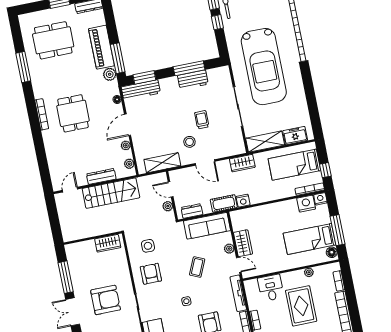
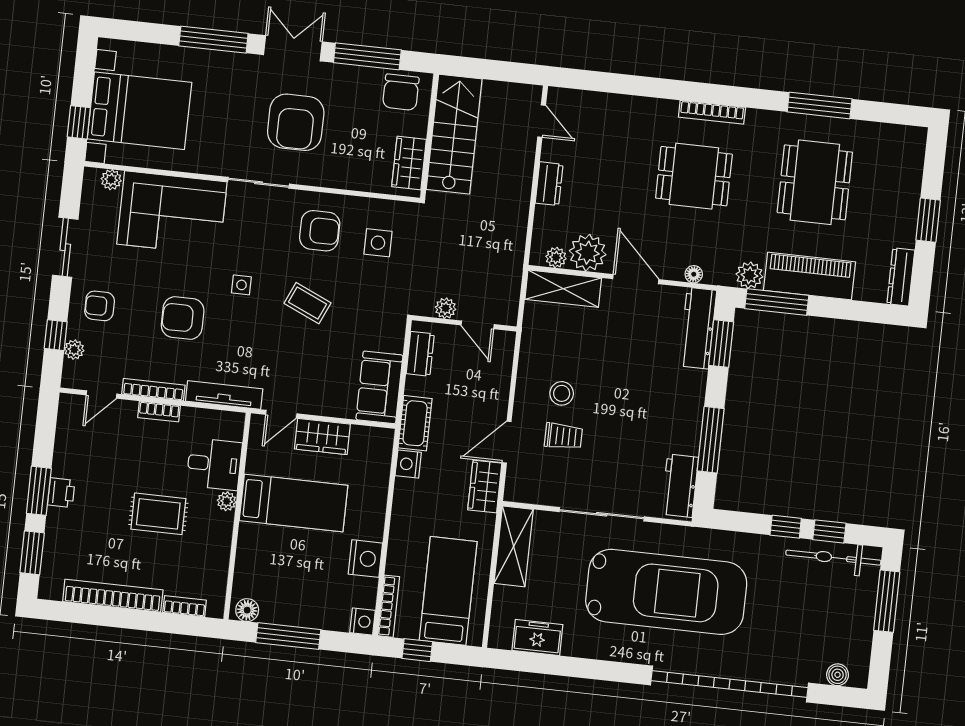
dining table: (53, 40) -> (815, 182), moved
car: (264, 67) -> (666, 592), turned 180
workbench: (193, 80) -> (680, 486), moved
trolley: (202, 120) -> (563, 436), moved
freezer: (295, 136) -> (537, 637), moved, turned -90
plant: (126, 145) -> (588, 253), width x1.87, depth x1.87
door: (205, 162) -> (507, 442), moved
shelving: (162, 163) -> (563, 289), moved, turned 90
dresser: (101, 177) -> (549, 184), width x0.70
door: (171, 189) -> (478, 325), swing flipped
stairs: (111, 193) -> (454, 134), moved, turned 180
nightstand: (306, 204) -> (365, 559), moved
sofa: (207, 226) -> (379, 387), width x0.73
bed: (309, 239) -> (294, 503), moved, turned 90
plant: (229, 249) -> (320, 405), removed
chair: (77, 257) -> (401, 92), added
coffee table: (197, 267) -> (308, 303), moved
plant: (309, 272) -> (227, 501), moved
rug: (301, 306) -> (158, 514), width x0.73, depth x0.70

